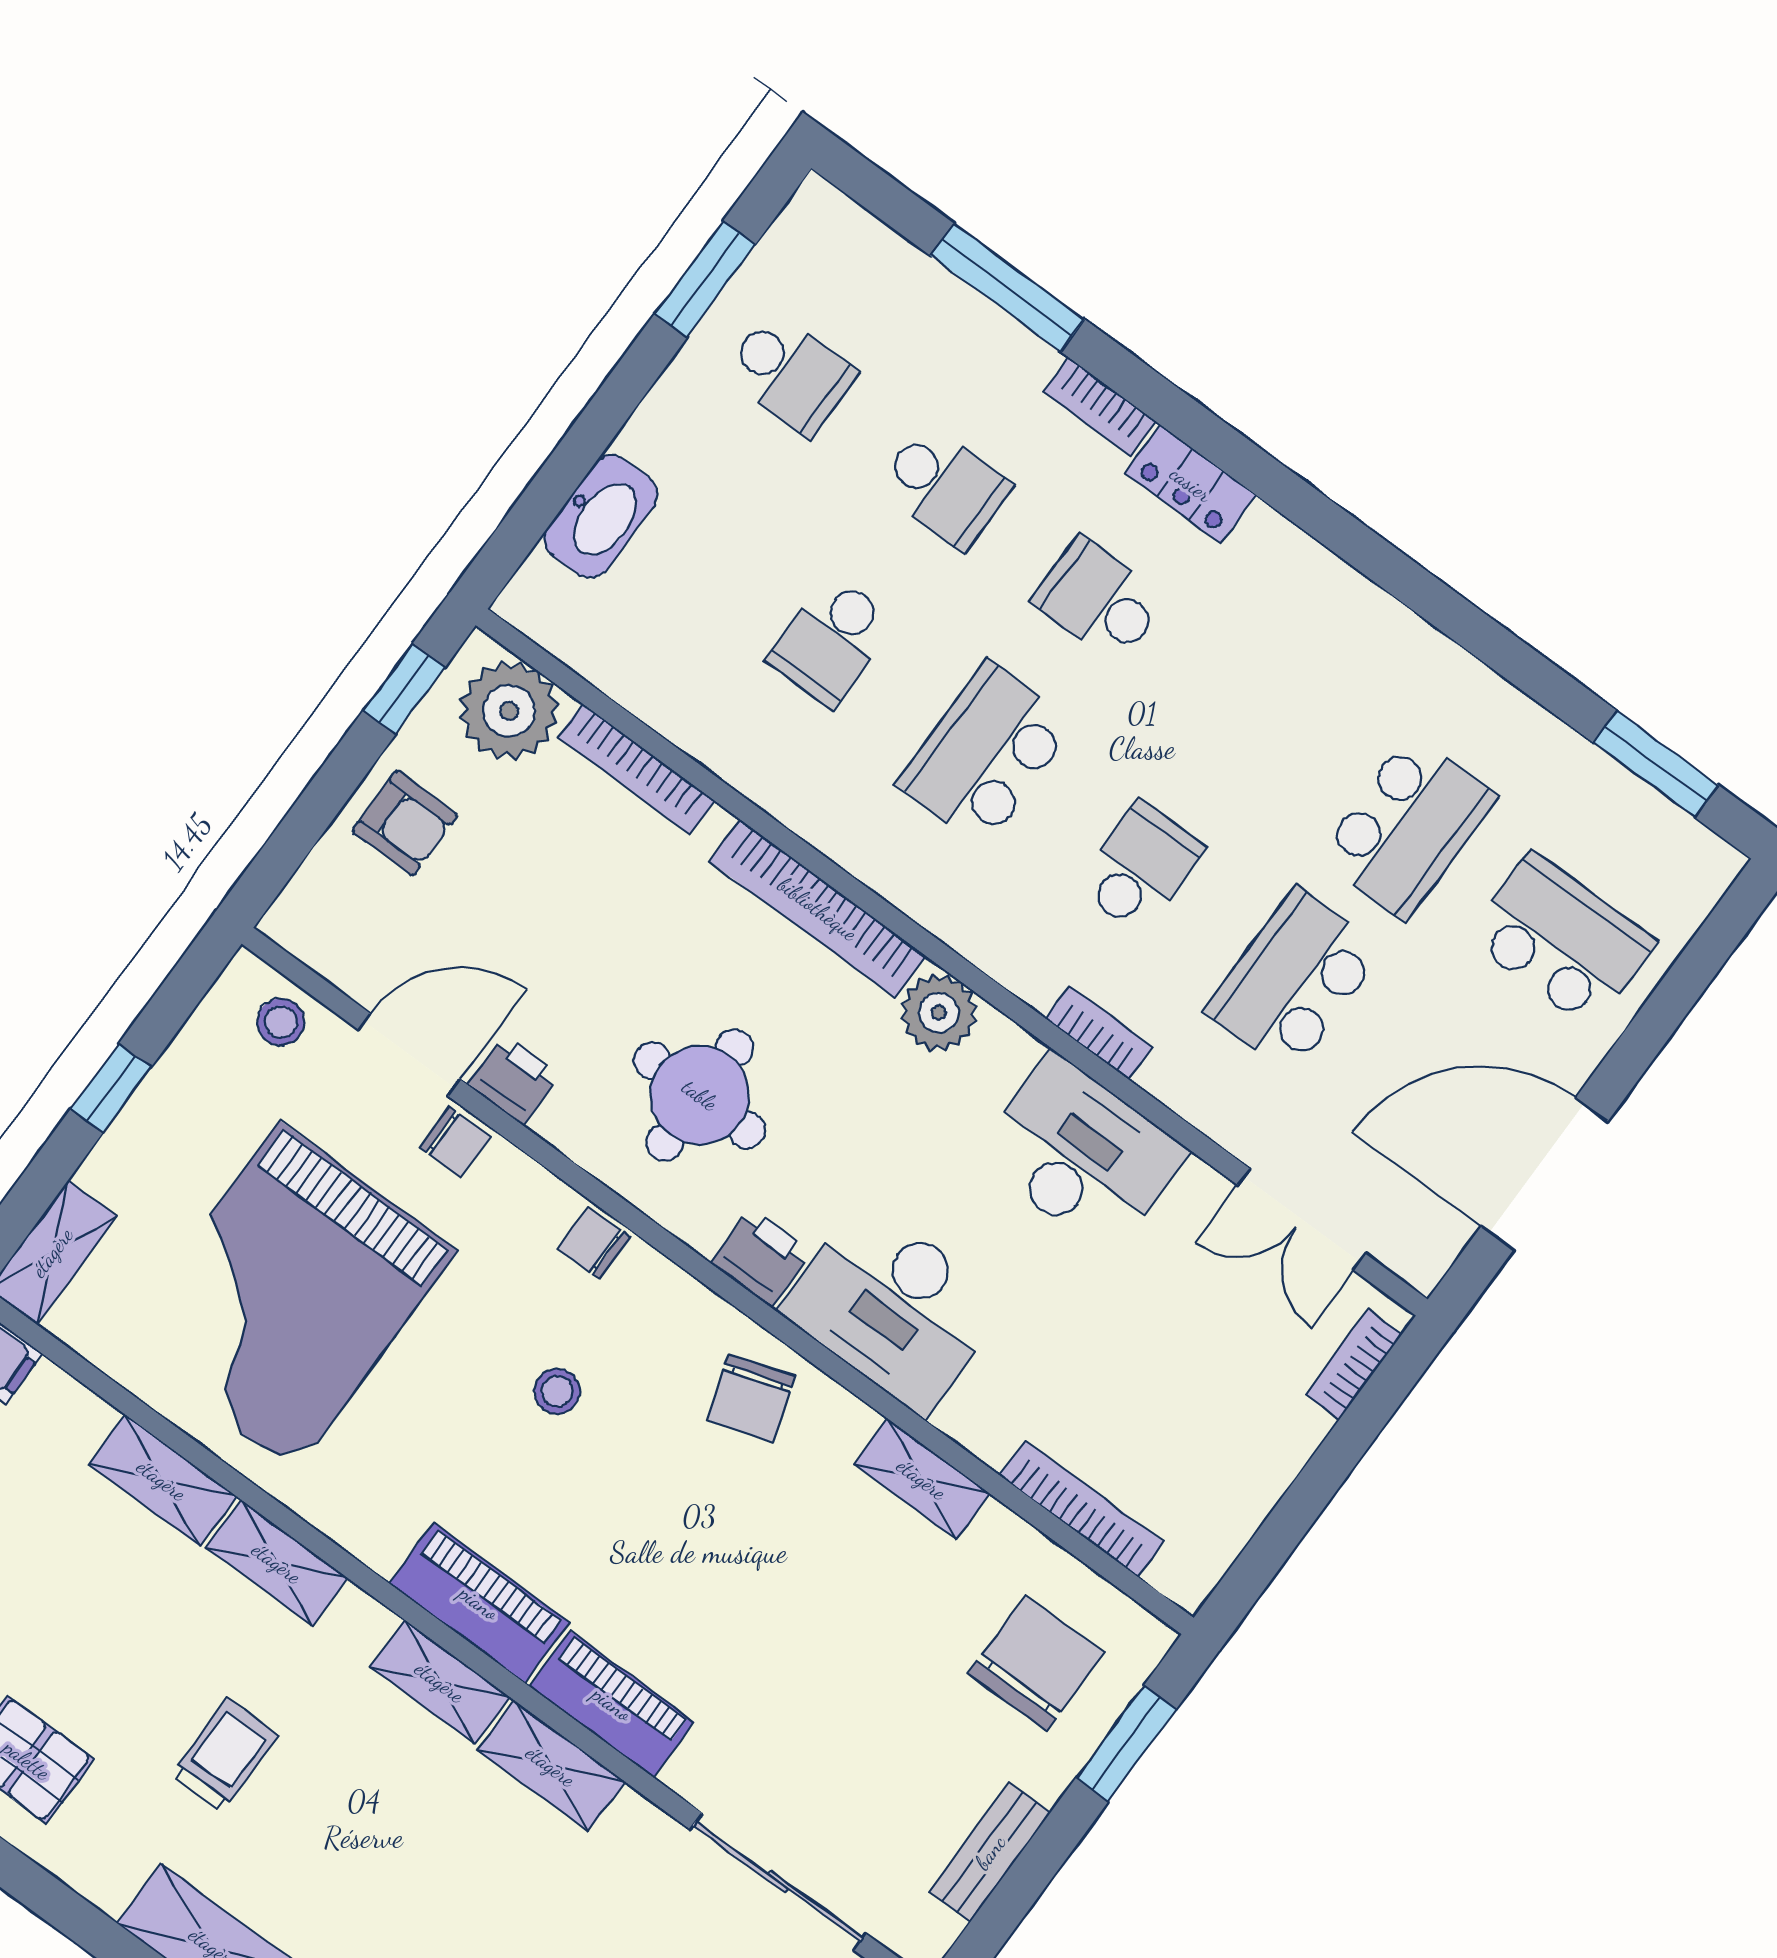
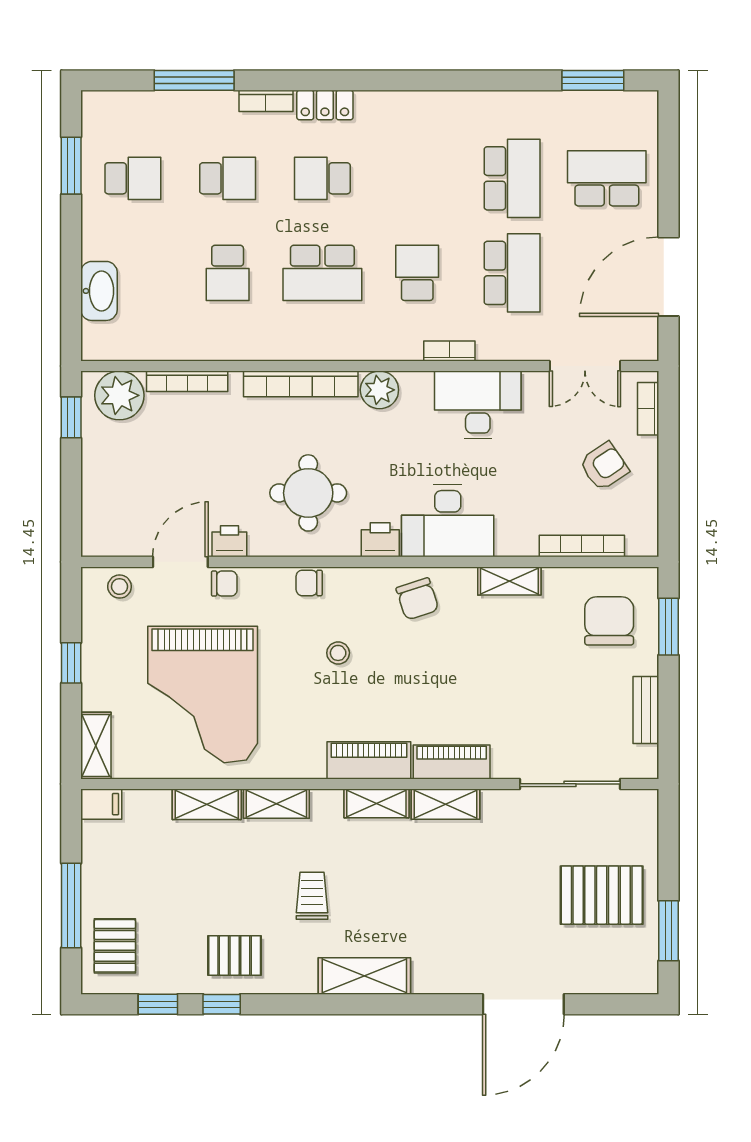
school desk: (986, 754) -> (322, 273), turned -90
armchair: (405, 823) -> (604, 466), moved, turned -34
school desk: (1294, 981) -> (512, 273), turned 180

